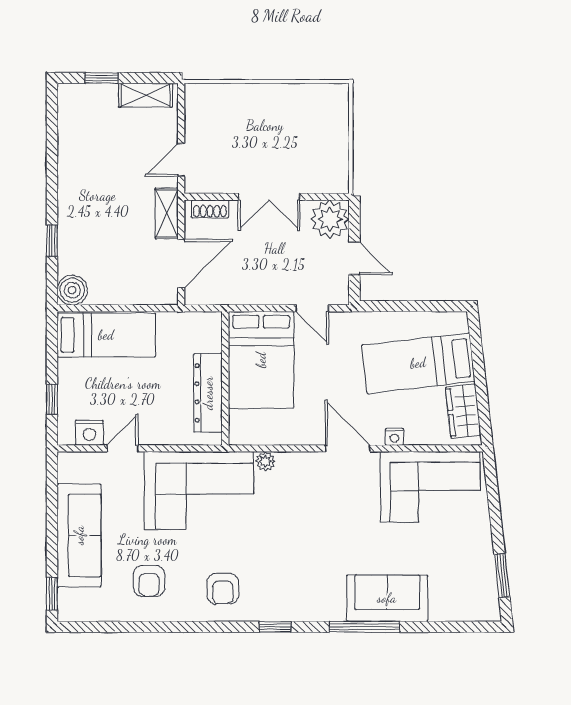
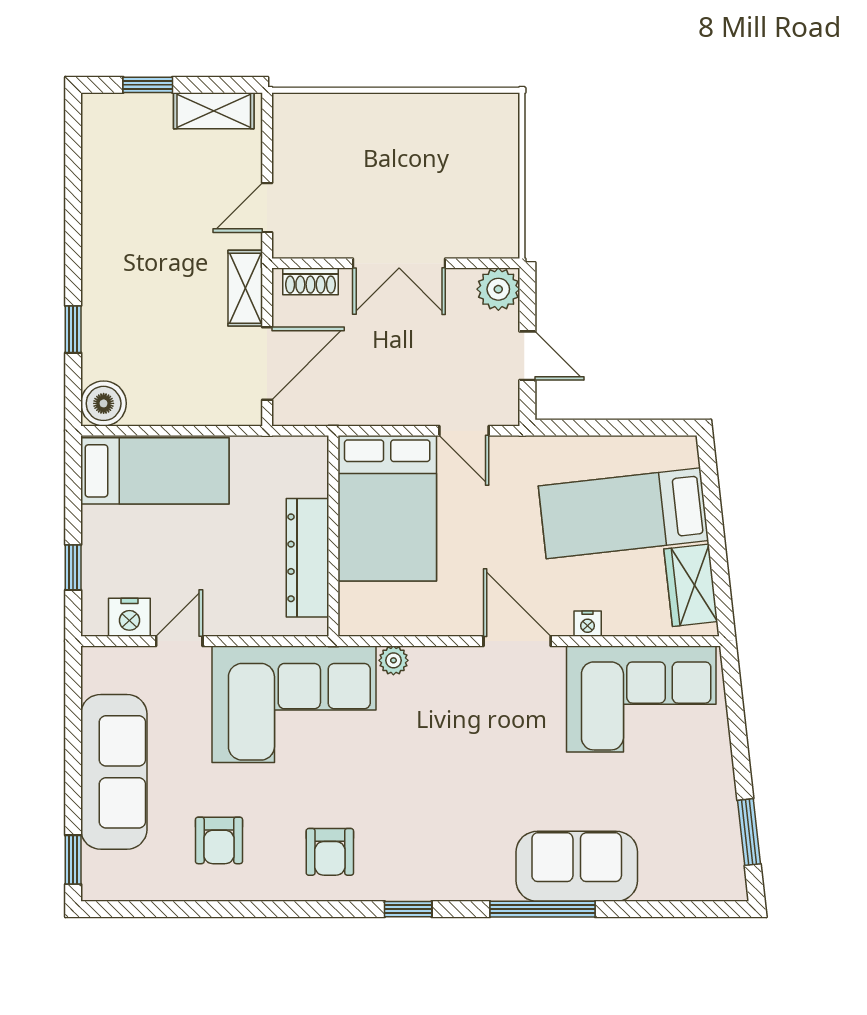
plant: (330, 219) -> (498, 289), width x0.73, depth x0.73

